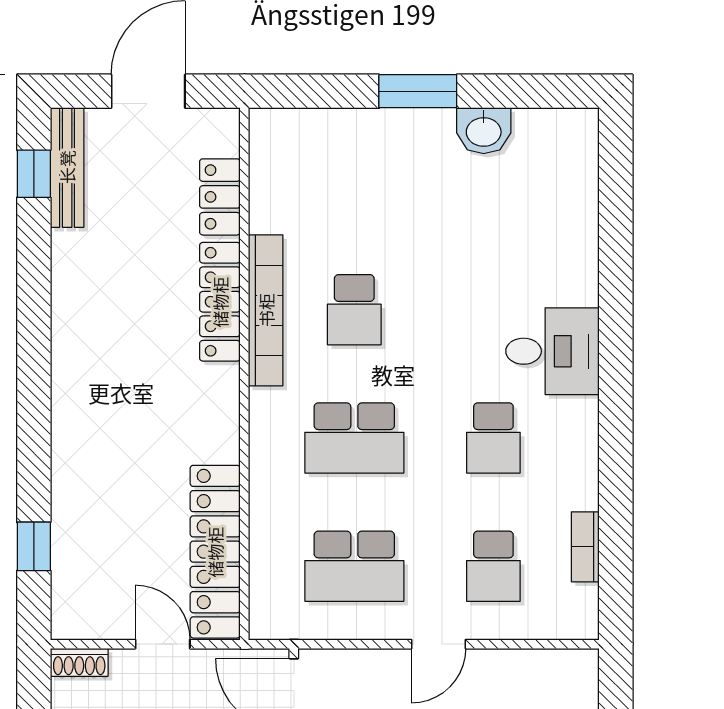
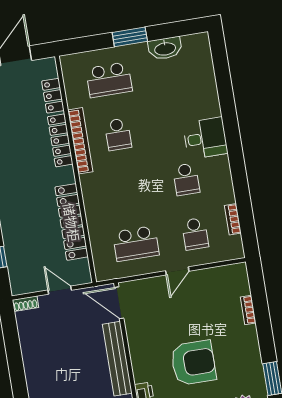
washbasin: (484, 131) -> (165, 48), width x1.38
school desk: (354, 438) -> (109, 80), moved
locker: (215, 552) -> (72, 222), moved

